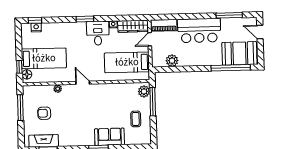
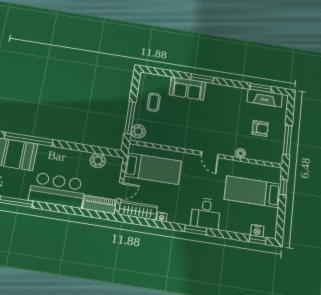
desk: (98, 33) -> (206, 213), moved
floor lamp: (27, 74) -> (275, 177), removed

